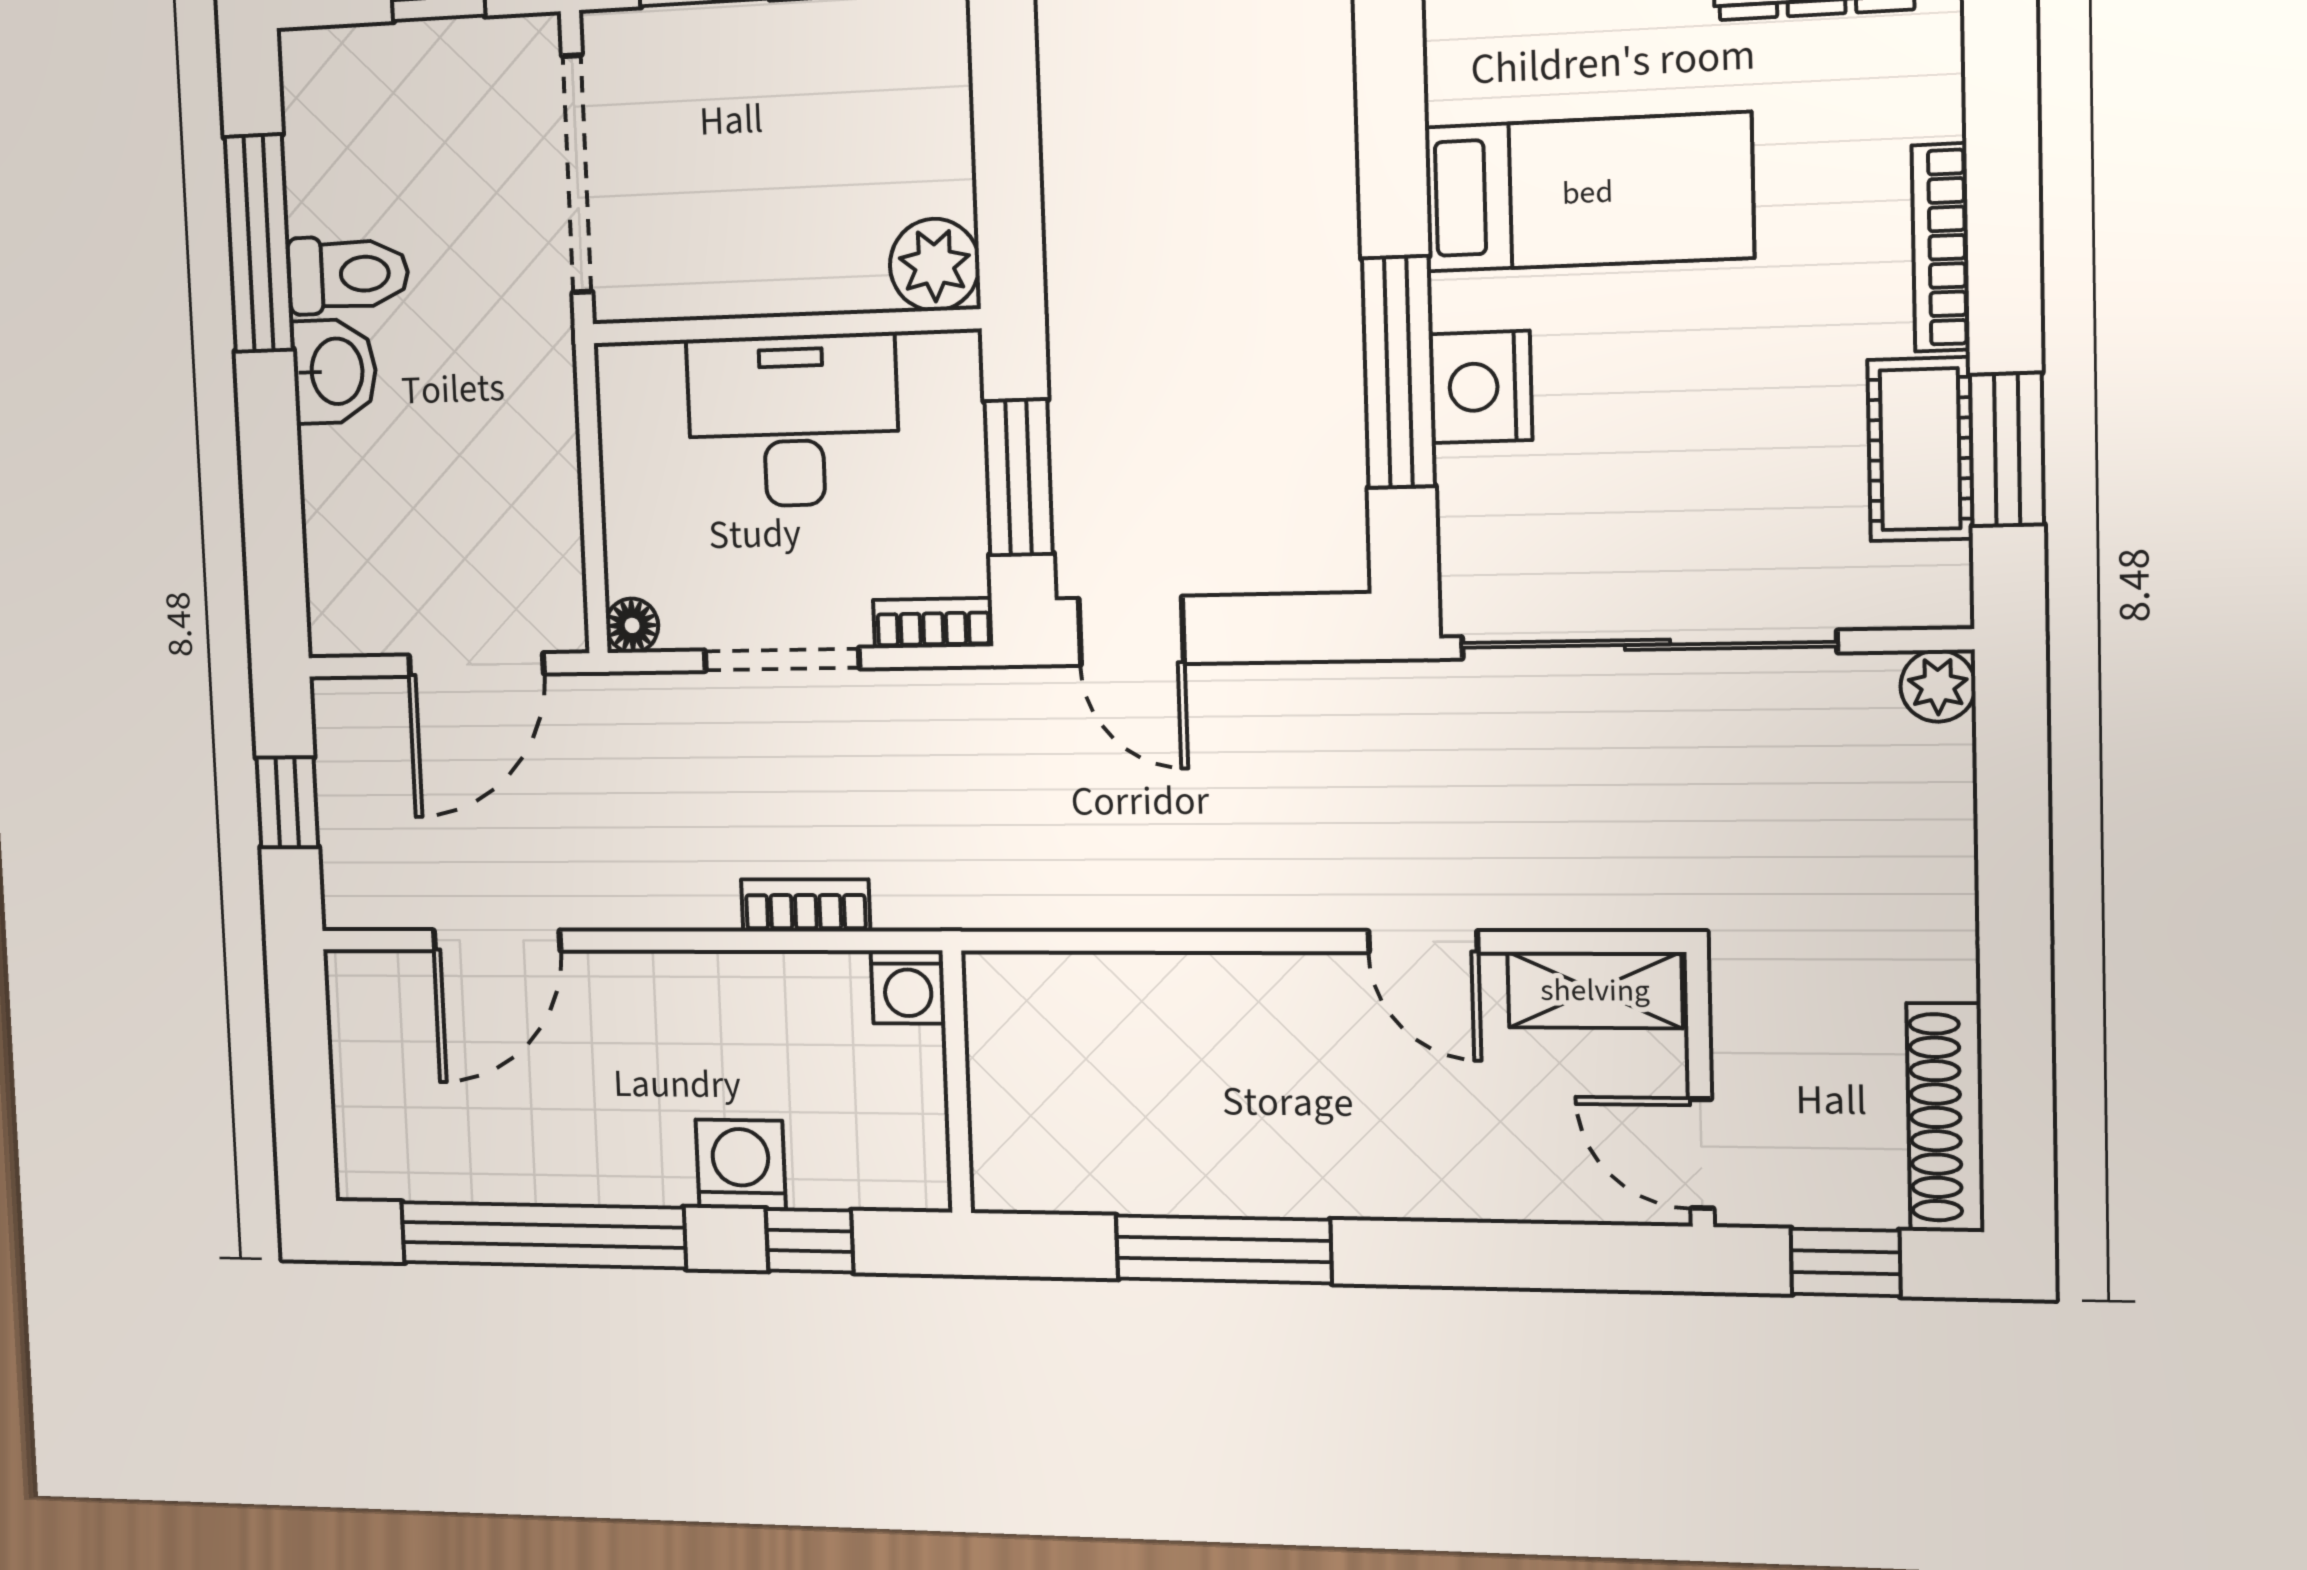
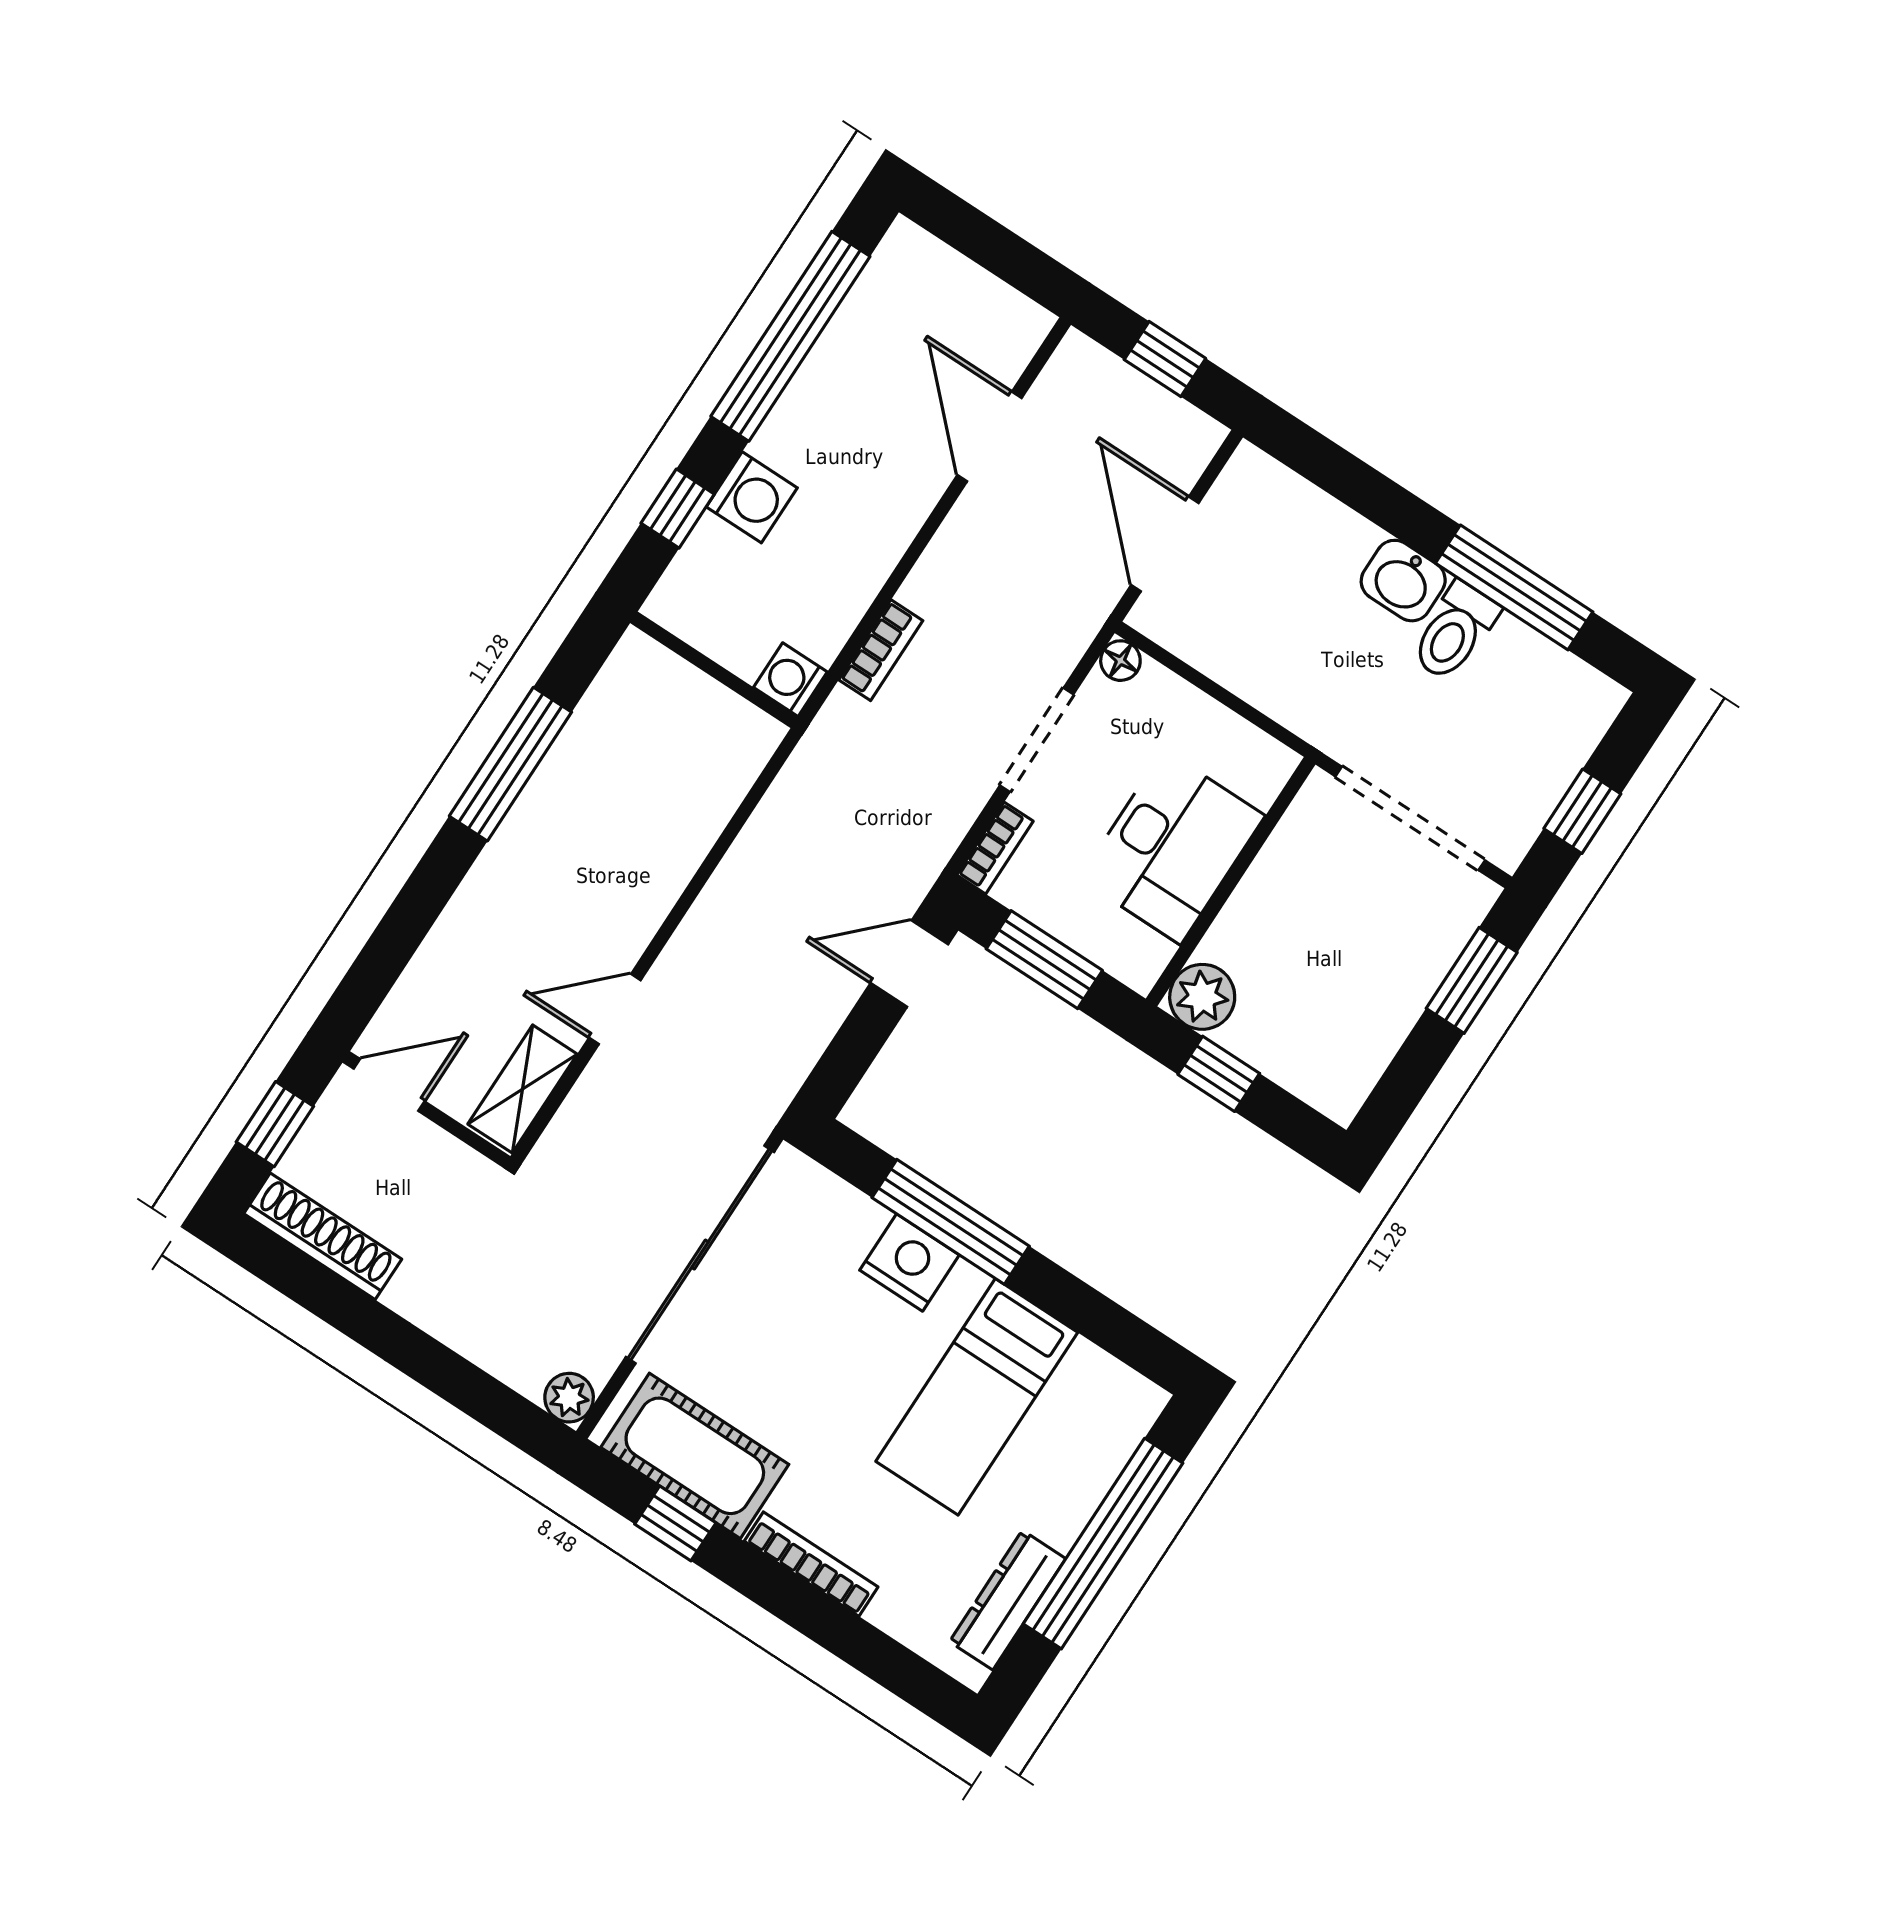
window: (1008, 182) -> (1219, 1074), added
cot: (1920, 449) -> (695, 1456), width x1.37, depth x1.34
window: (2007, 450) -> (675, 1523), width x0.67

